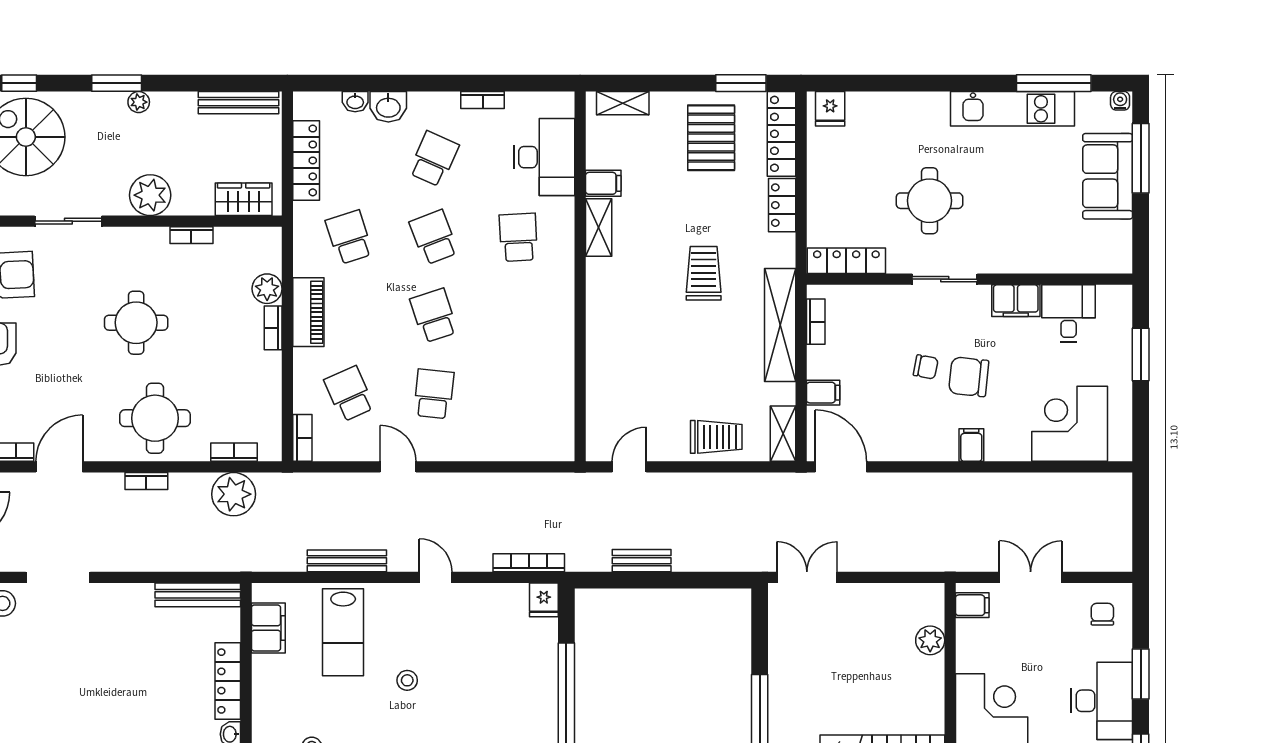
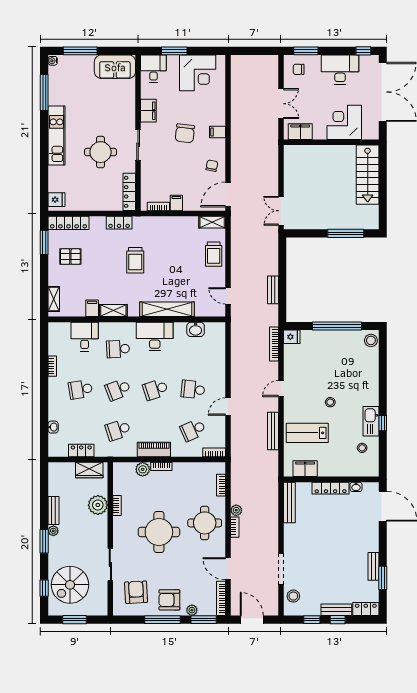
bench: (239, 103) -> (54, 511), moved, width x0.73
washbasin: (388, 107) -> (196, 329), moved, turned 90
kitchen unit: (1013, 109) -> (57, 136), moved
pallet: (711, 138) -> (70, 257), width x0.67, depth x0.71
desk: (544, 157) -> (85, 337), width x0.73
school desk: (434, 159) -> (81, 389), turned -33
locker: (306, 160) -> (81, 451), width x0.66
sofa: (1108, 176) -> (115, 67), moved
plant: (150, 195) -> (98, 505), moved
wardrobe: (244, 199) -> (89, 470), moved, turned -90
locker: (782, 205) -> (119, 223), moved
trolley: (704, 273) -> (135, 260), turned -90
desk: (1069, 313) -> (153, 69), moved, turned 90
desk: (545, 314) -> (155, 336), added
round table: (136, 323) -> (159, 532), width x1.36, depth x1.36
shelving: (780, 325) -> (167, 309), moved
chair: (926, 367) -> (212, 166), moved
filing cabinet: (823, 393) -> (176, 203), moved
corner desk: (1070, 424) -> (198, 73), moved, turned -90
trolley: (716, 437) -> (214, 254), turned 180
plant: (234, 494) -> (236, 510), moved, width x0.53, depth x0.53
double door: (1031, 577) -> (281, 104), swing flipped
filing cabinet: (972, 605) -> (300, 132), width x2.00
lab bench: (343, 632) -> (307, 433), turned 180
plant: (930, 640) -> (311, 152), removed
window: (1141, 674) -> (306, 51), moved

